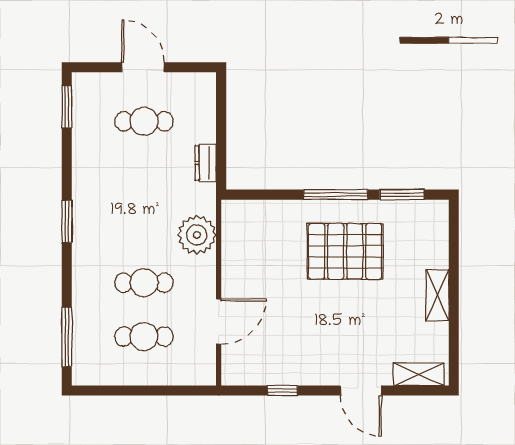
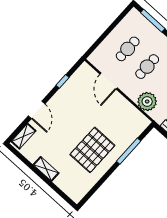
window: (336, 195) -> (129, 151), moved
window: (402, 195) -> (94, 189), removed
door: (361, 391) -> (37, 110), swing flipped

